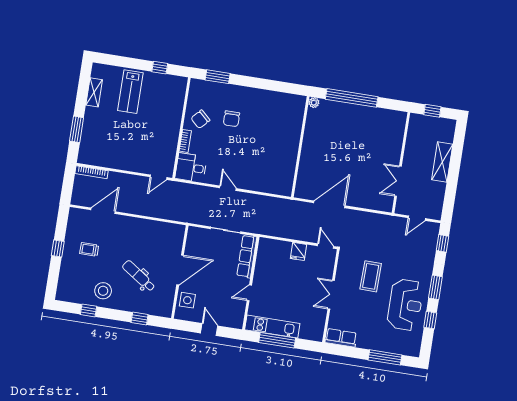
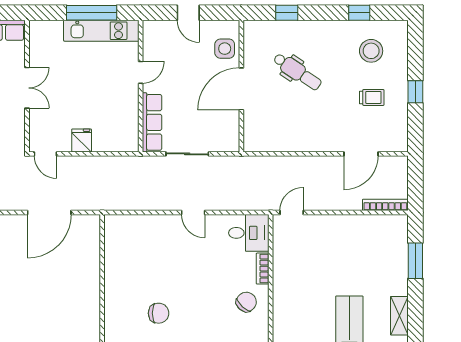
chair: (231, 119) -> (159, 313), moved, turned 90
stool: (103, 291) -> (371, 51), moved

